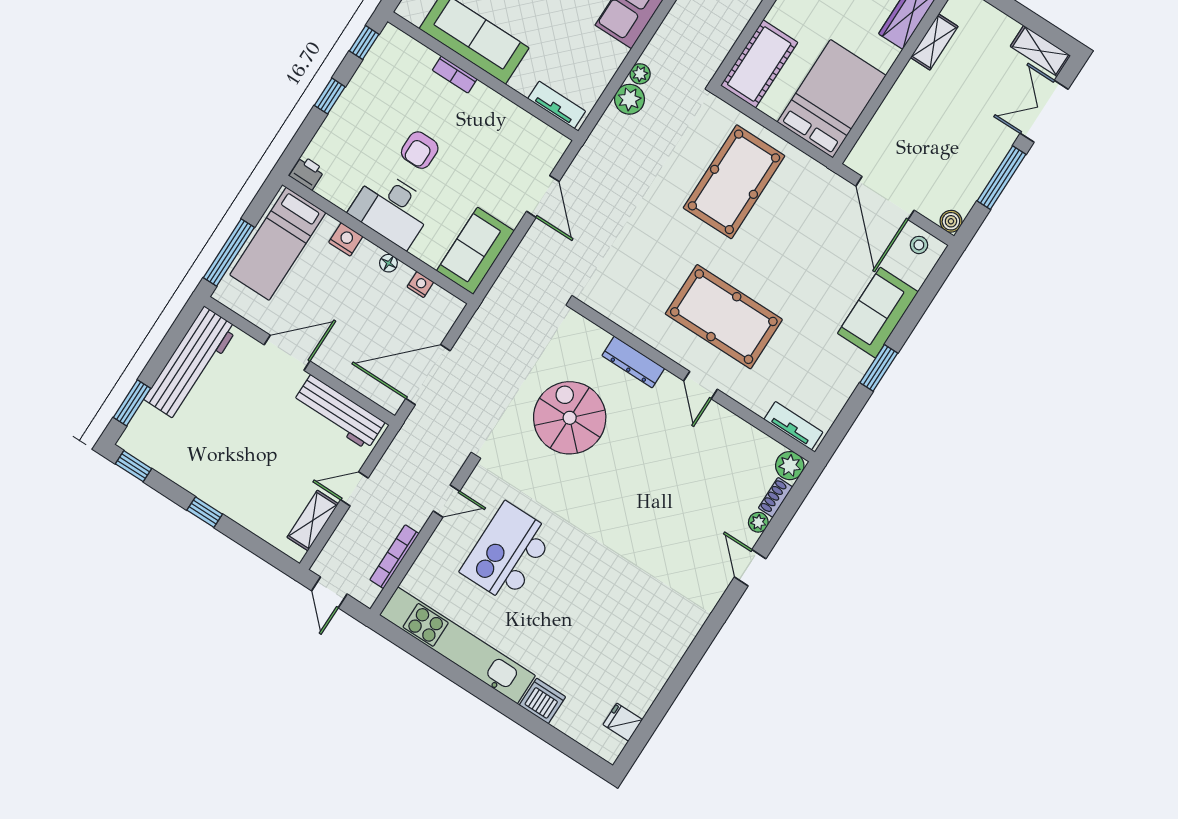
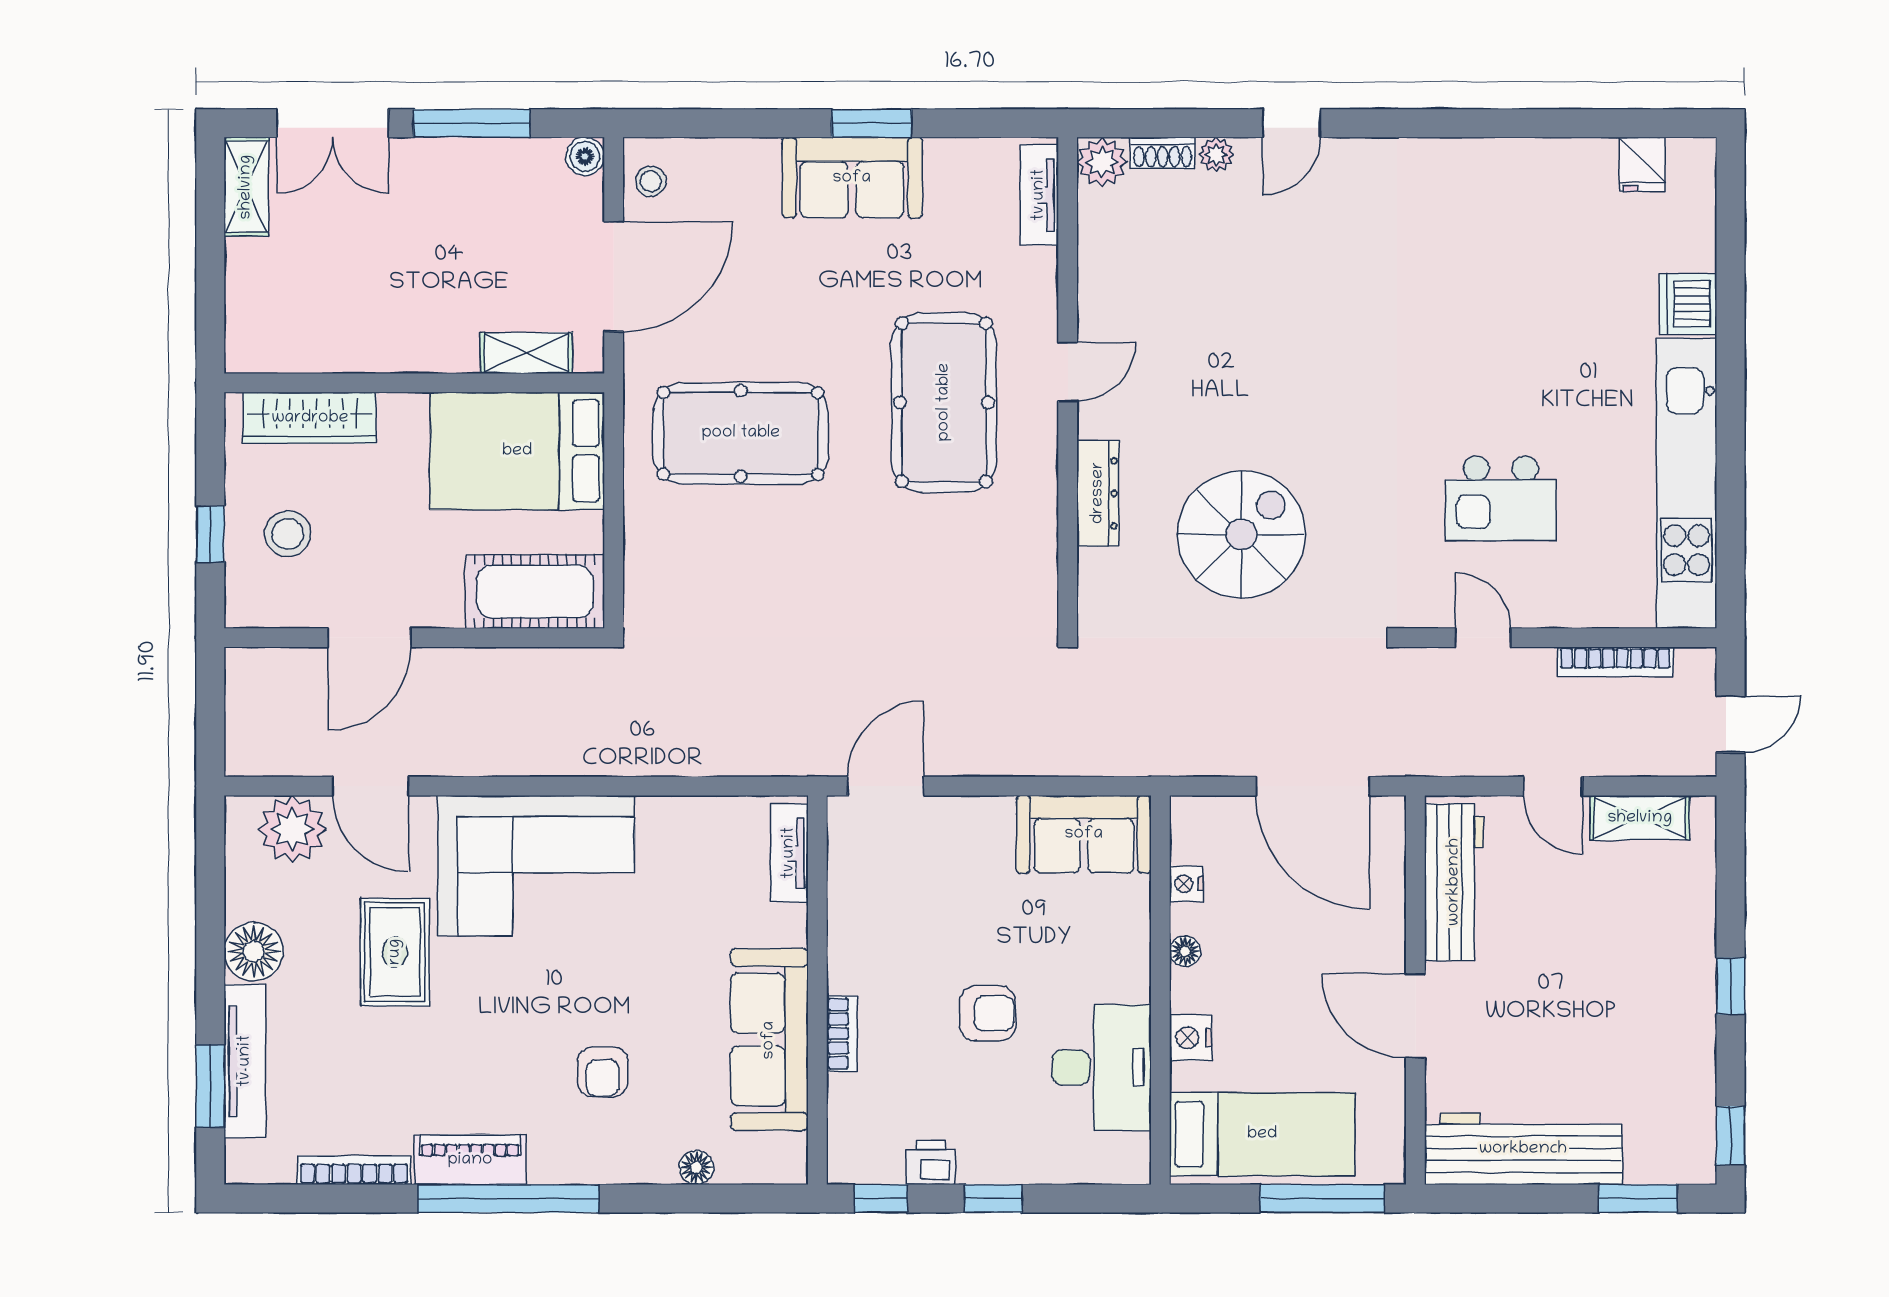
shelving: (934, 42) -> (526, 353), moved
plant: (640, 74) -> (664, 759), removed
plant: (629, 99) -> (711, 750), removed
printer: (307, 173) -> (931, 1163), moved, turned 90
pool table: (734, 182) -> (741, 433), moved
door: (543, 196) -> (886, 786), moved
desk: (392, 209) -> (1102, 1068), moved
sofa: (878, 313) -> (852, 178), moved
spiral stairs: (570, 418) -> (1241, 534), turned 180
kitchen island: (507, 552) -> (1501, 498), width x0.73, depth x0.78

